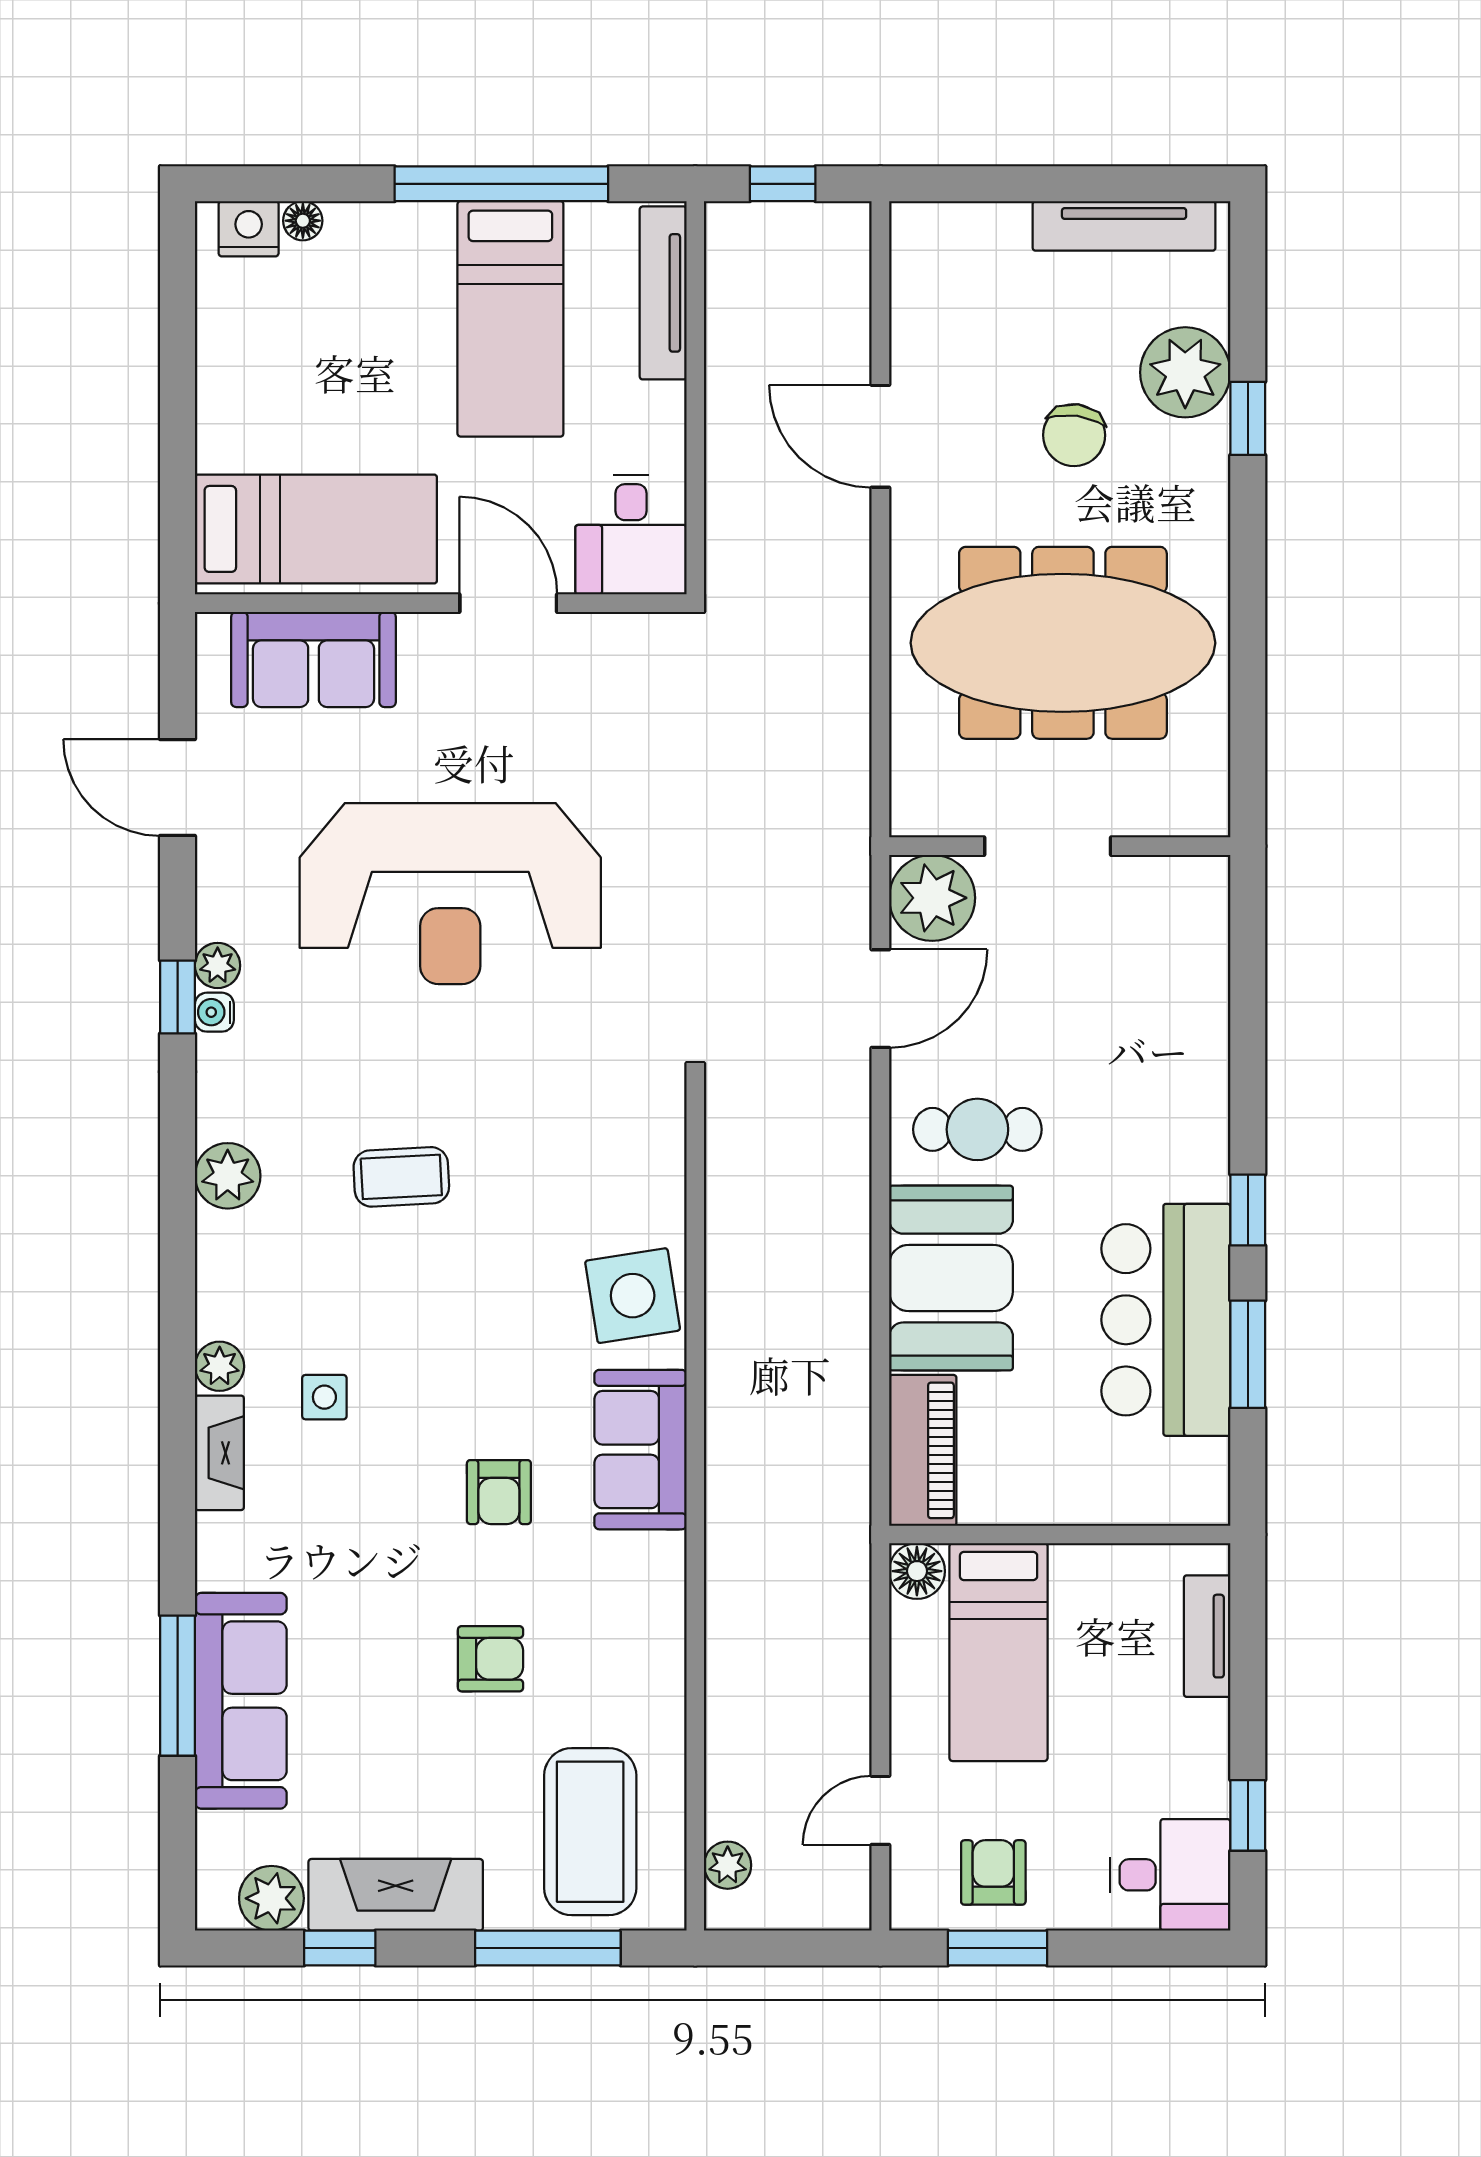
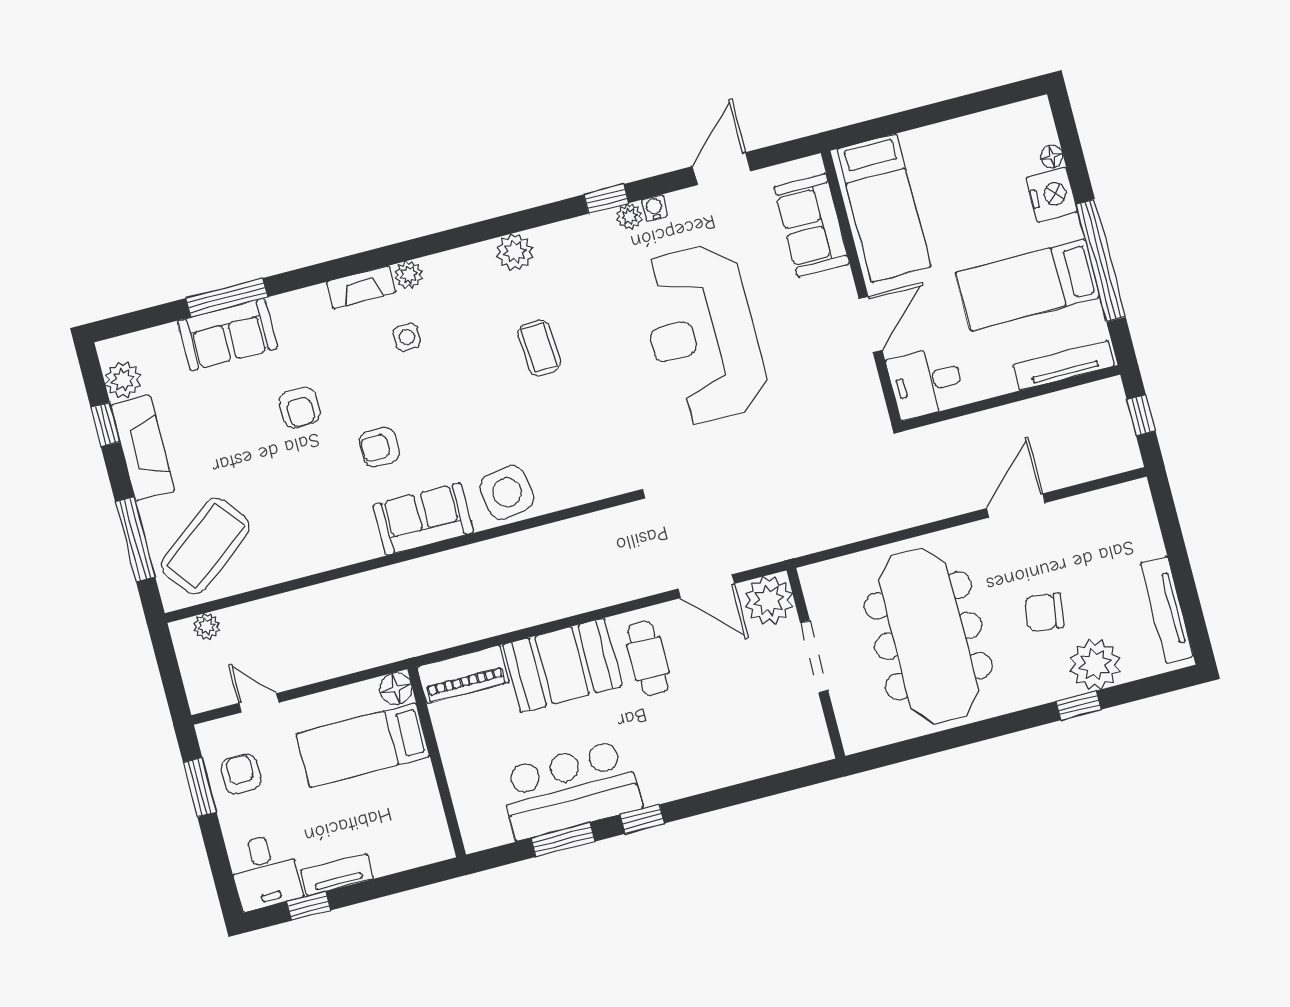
nightstand: (249, 229) -> (1052, 195), moved, width x1.36, depth x1.33
water cooler: (214, 1012) -> (654, 208), moved
tv unit: (1207, 1636) -> (337, 875), moved
armchair: (490, 1659) -> (300, 408), moved
sofa: (241, 1701) -> (227, 335), width x0.73
coffee table: (590, 1832) -> (205, 546), turned -38
armchair: (993, 1872) -> (241, 774), turned -90

